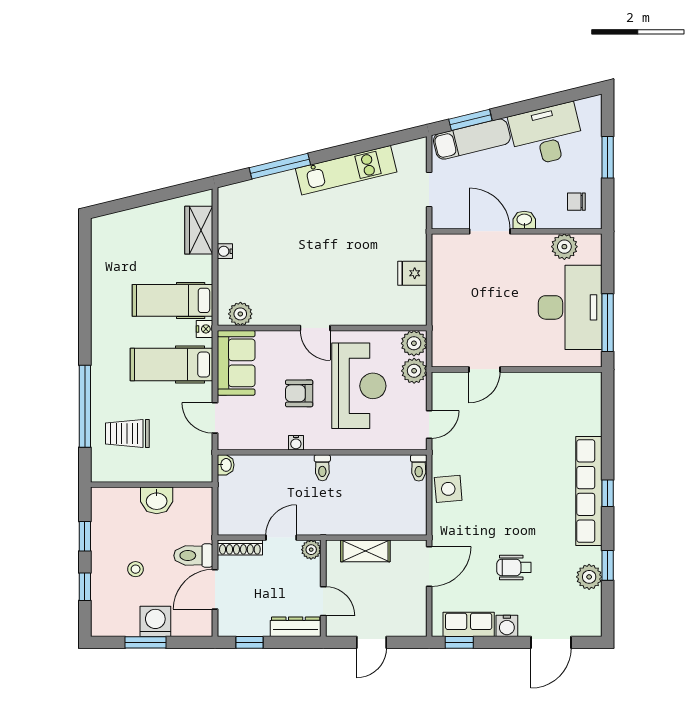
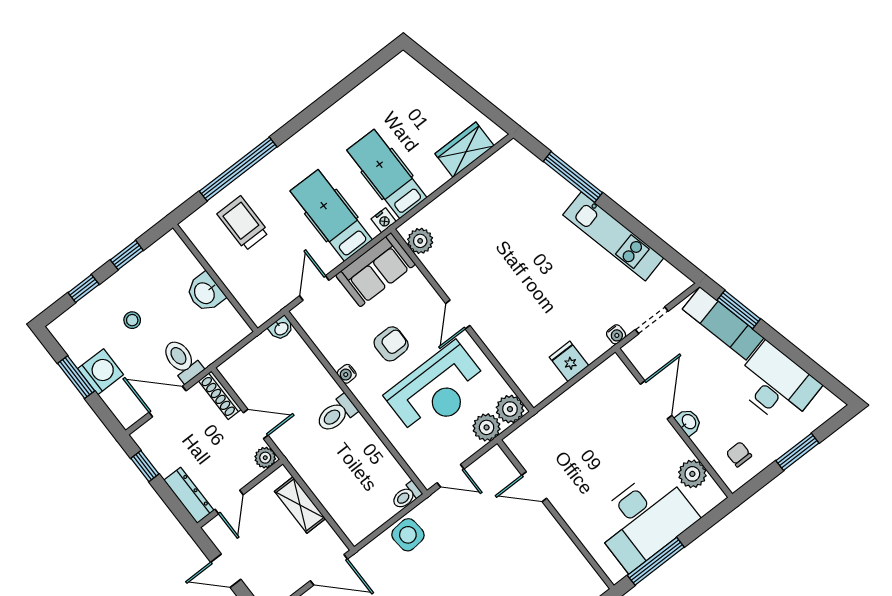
water cooler: (225, 251) -> (616, 334), moved, turned 180
armchair: (299, 393) -> (391, 344), turned 90
toilet: (322, 468) -> (336, 414), width x1.37, depth x1.39

